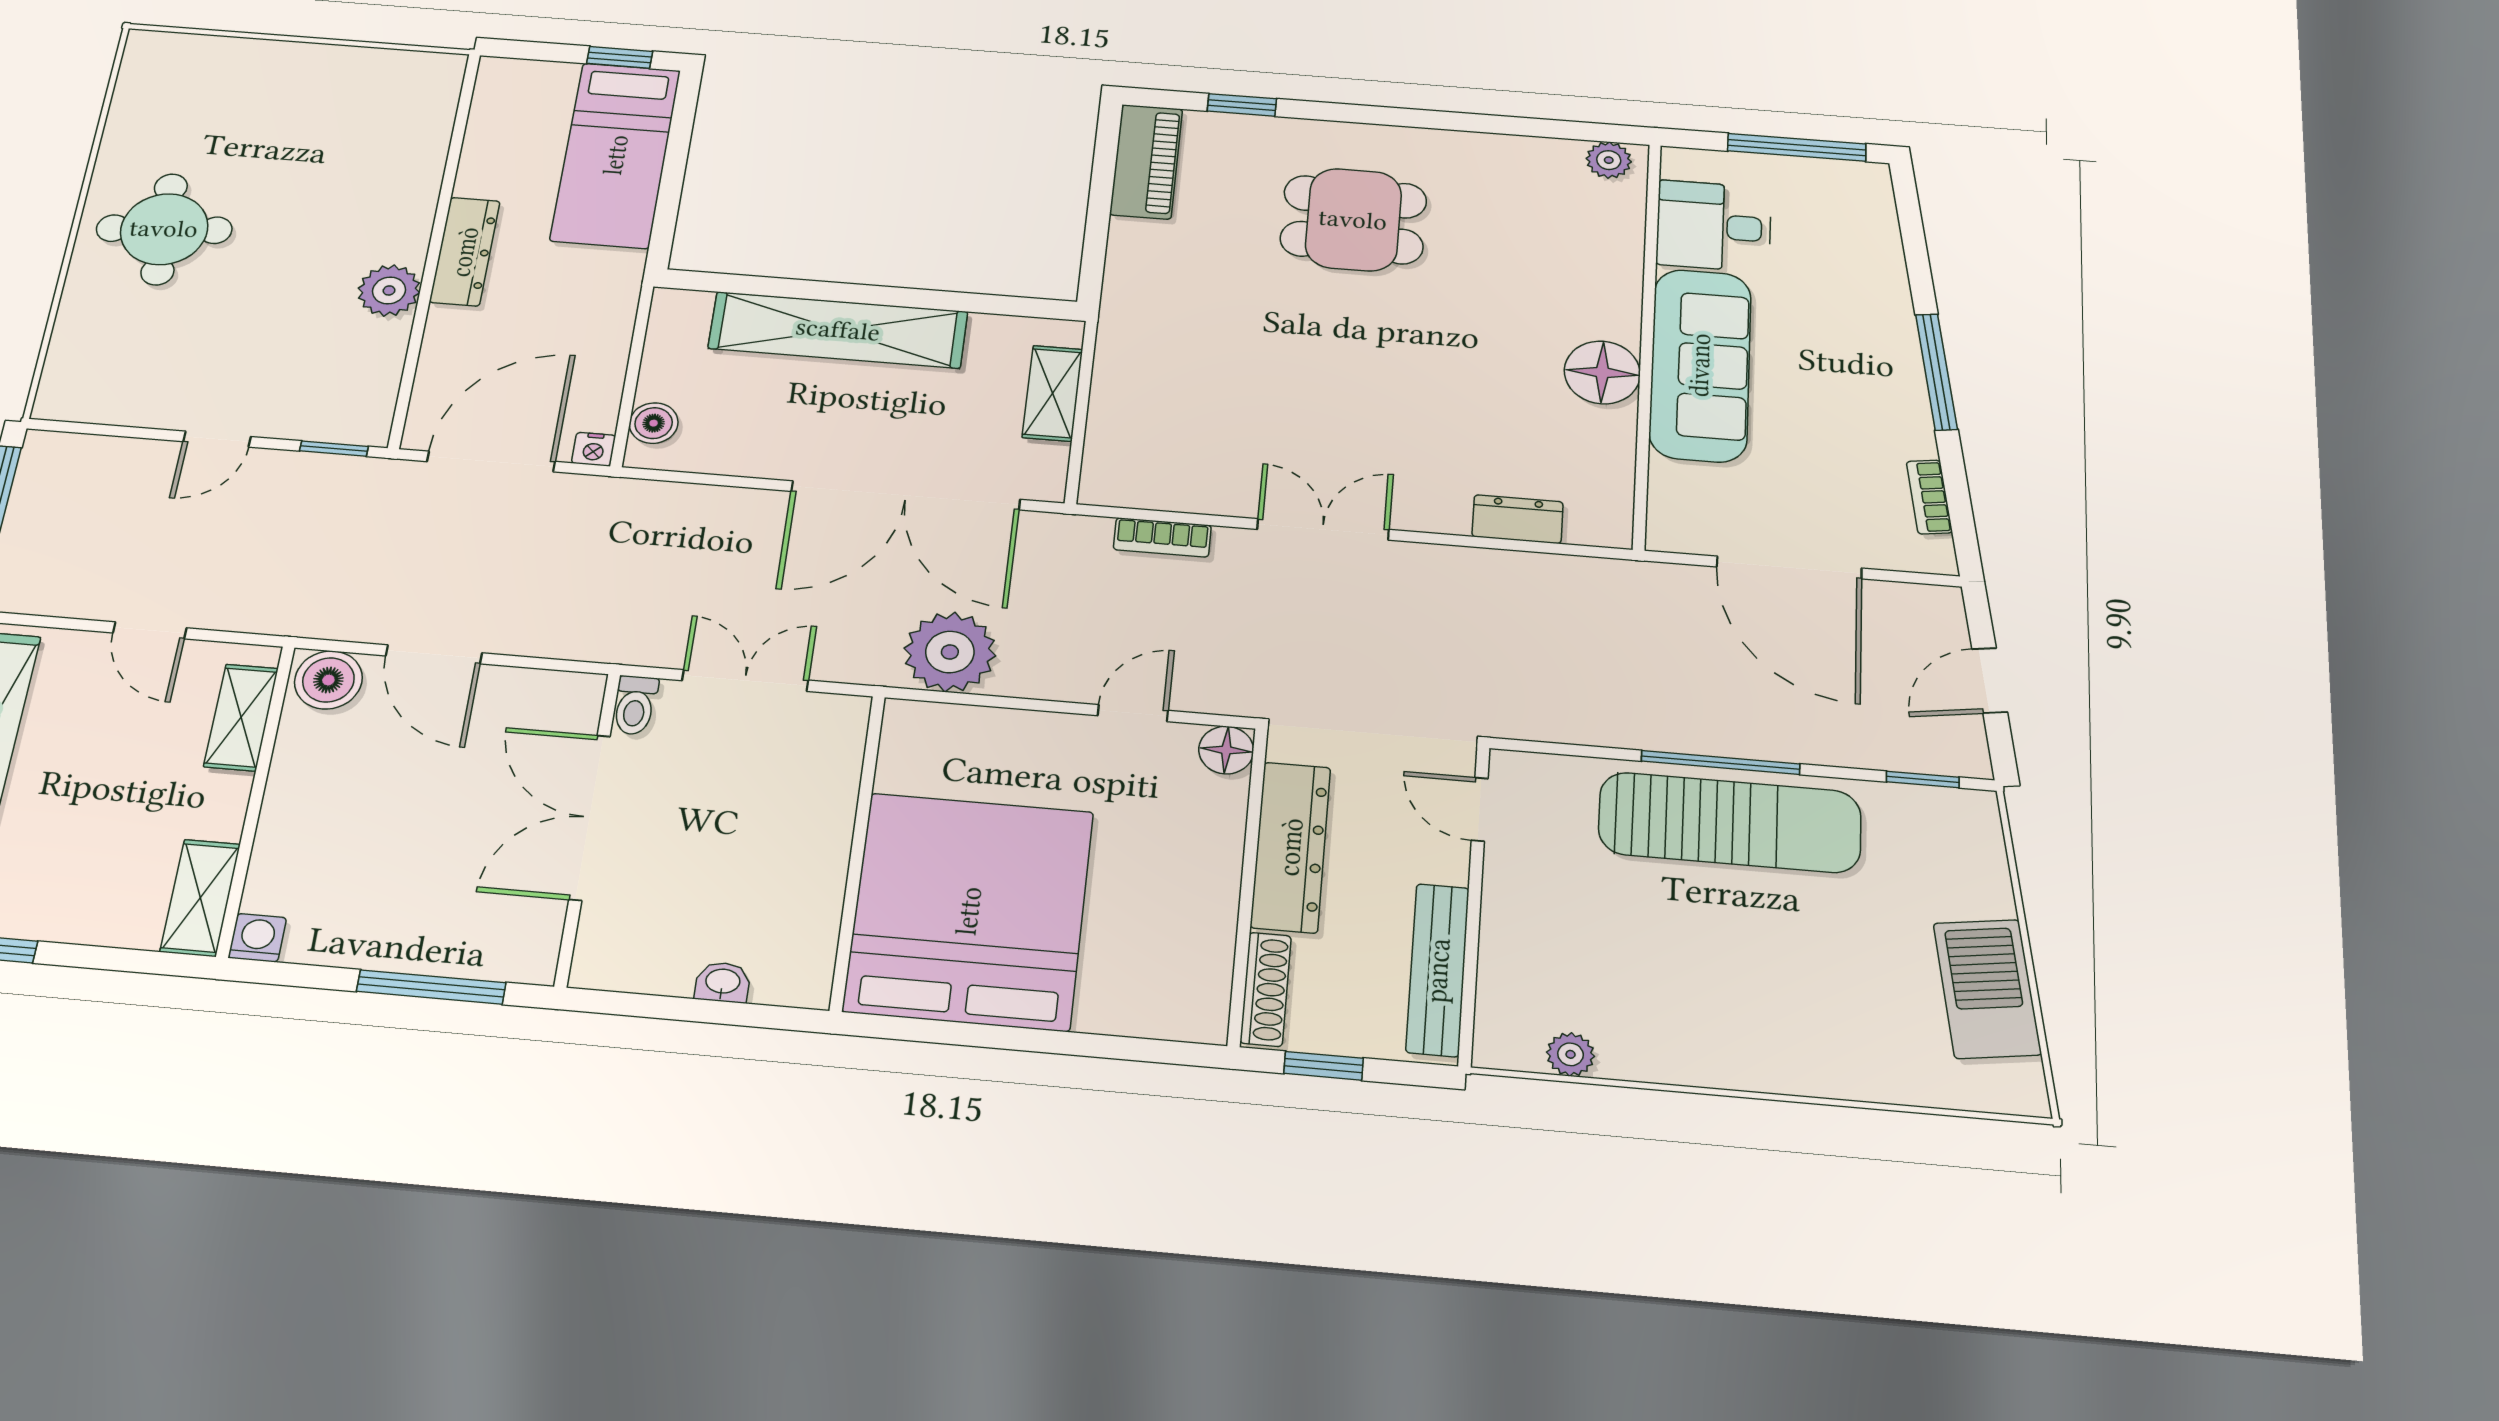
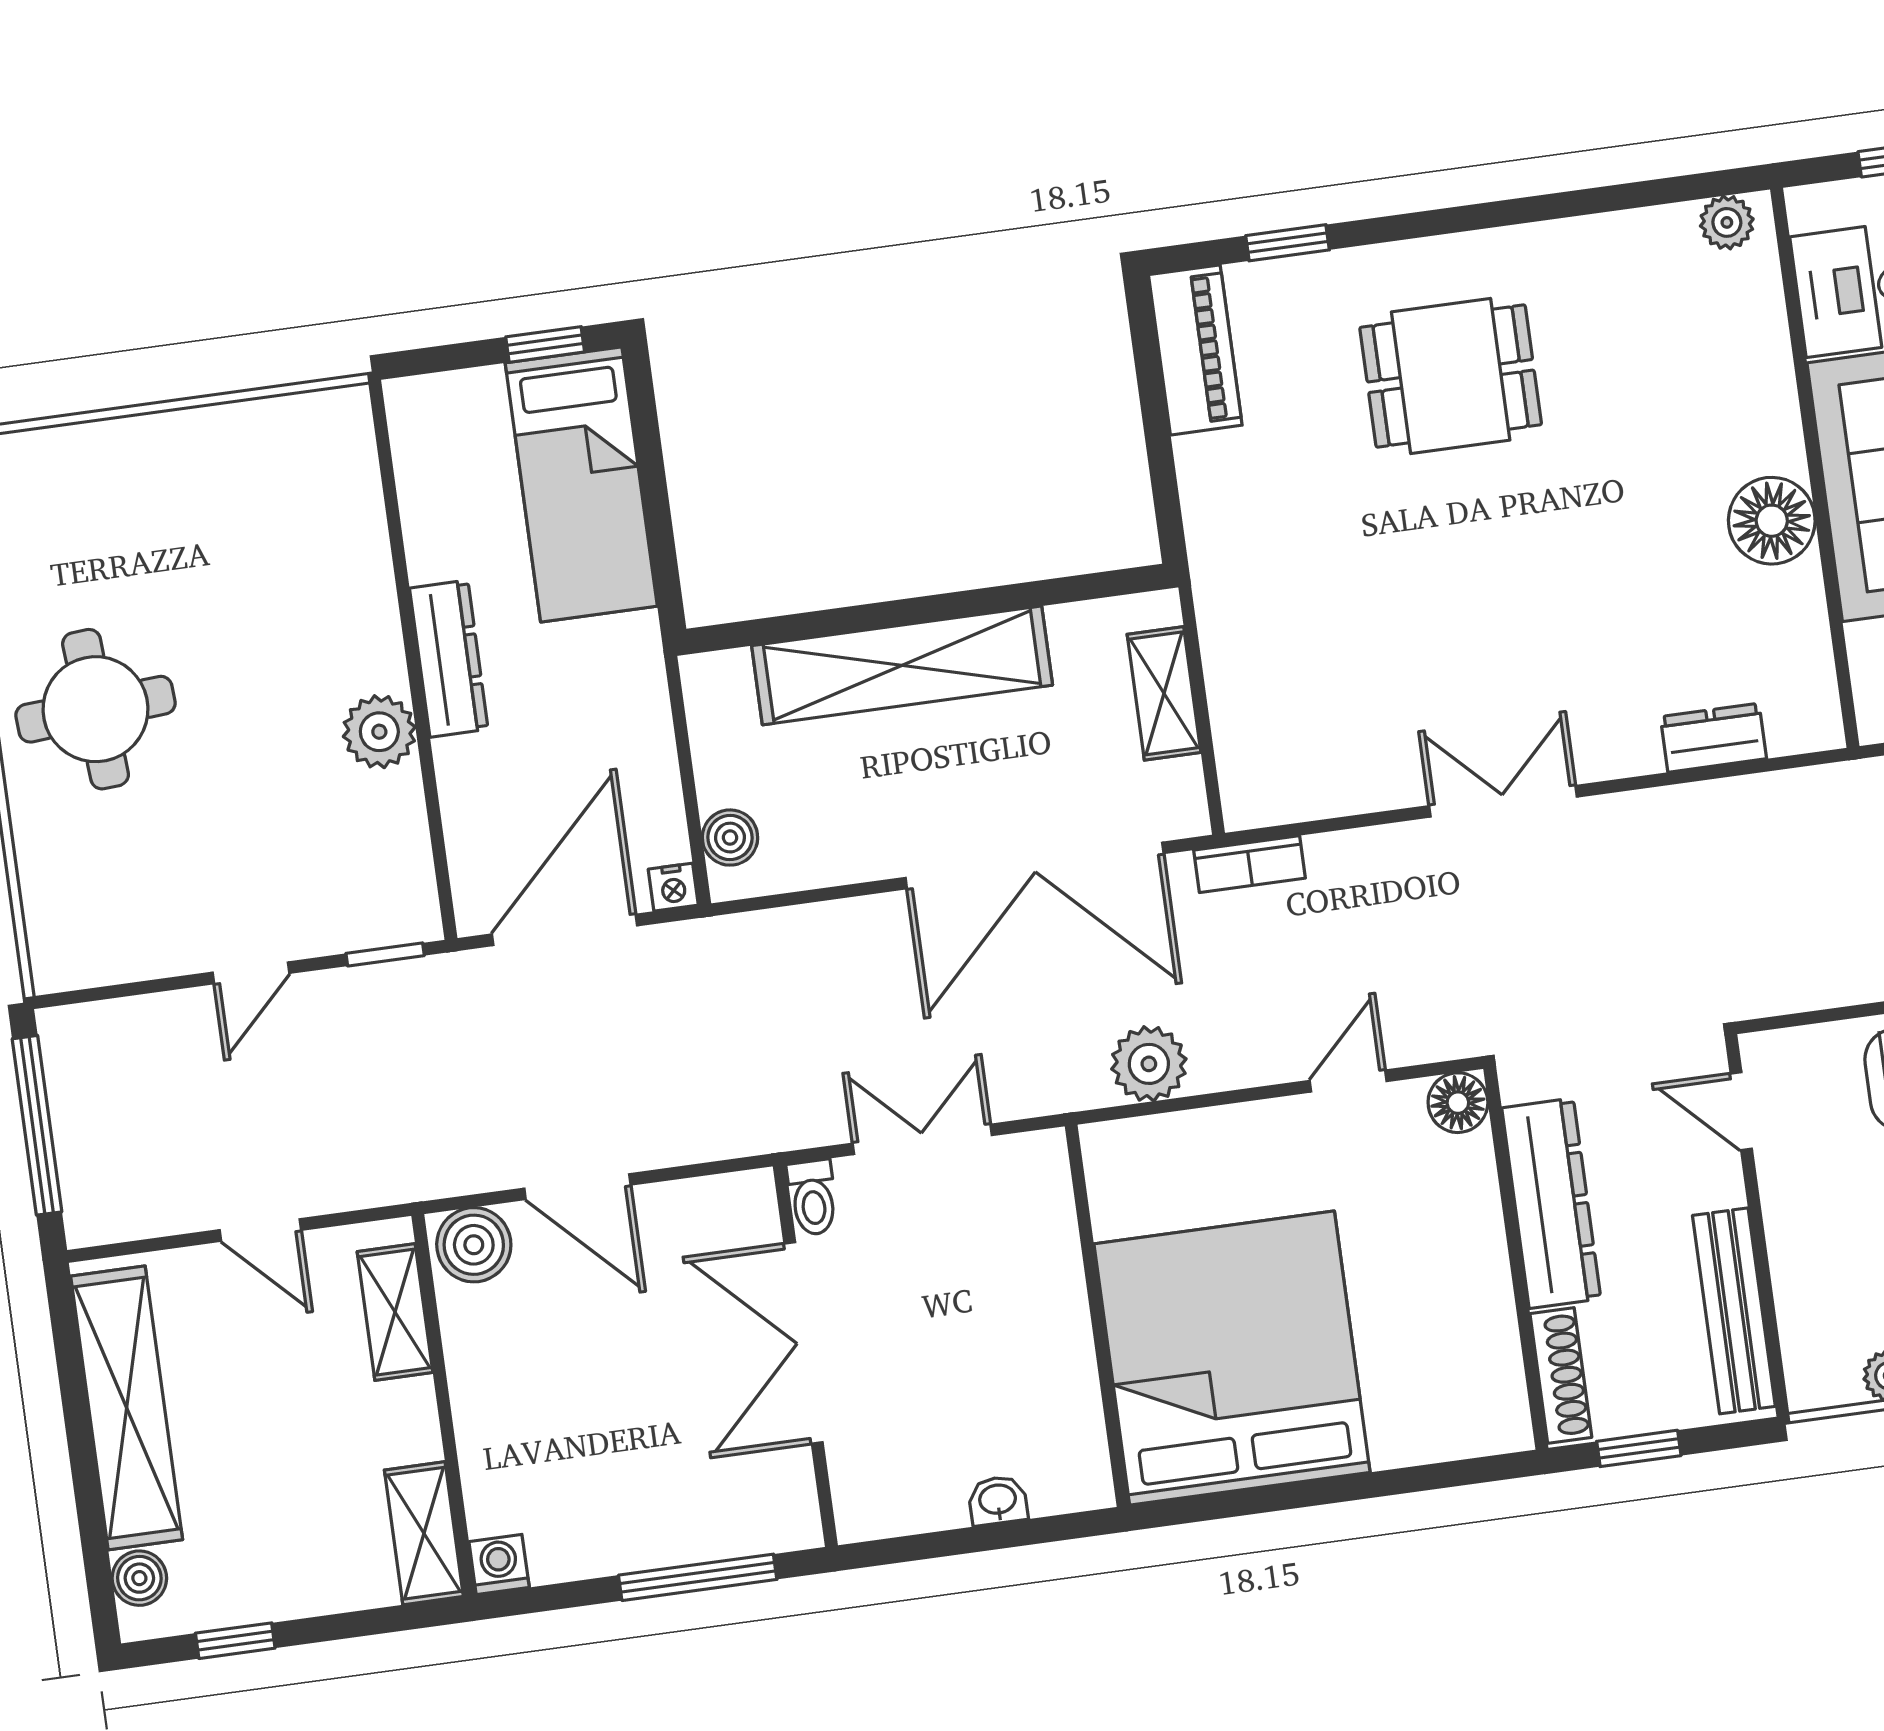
bookcase: (1162, 537) -> (1249, 864), moved
plant: (950, 652) -> (1149, 1064), width x0.73, depth x0.73

